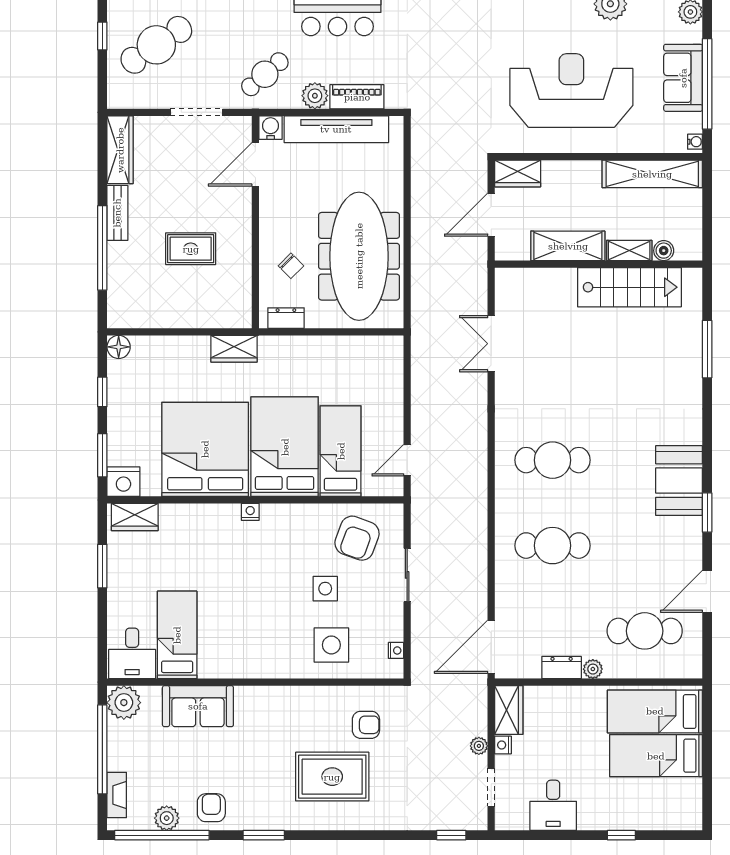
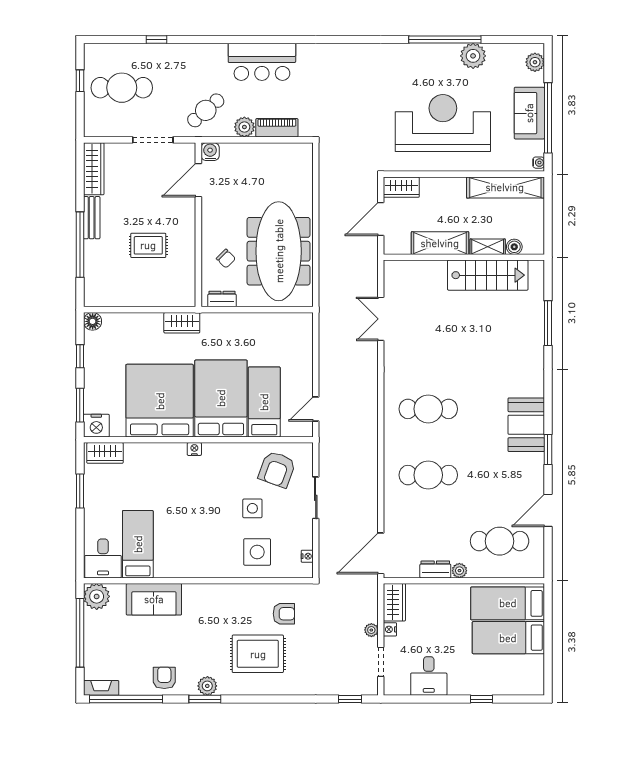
cafe table: (156, 45) -> (122, 88), turned 34
tv unit: (336, 129) -> (261, 153), removed
fireplace: (117, 795) -> (101, 688), moved, turned -90
plant: (167, 818) -> (207, 686), moved

